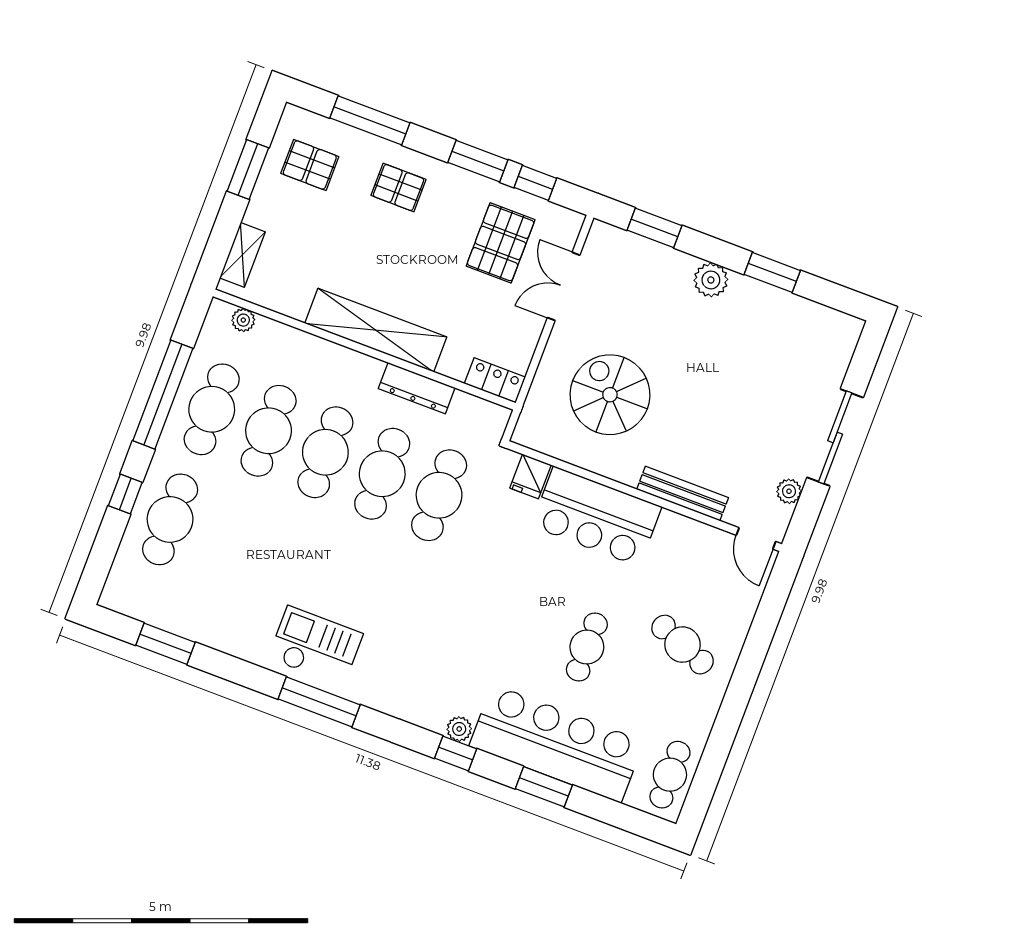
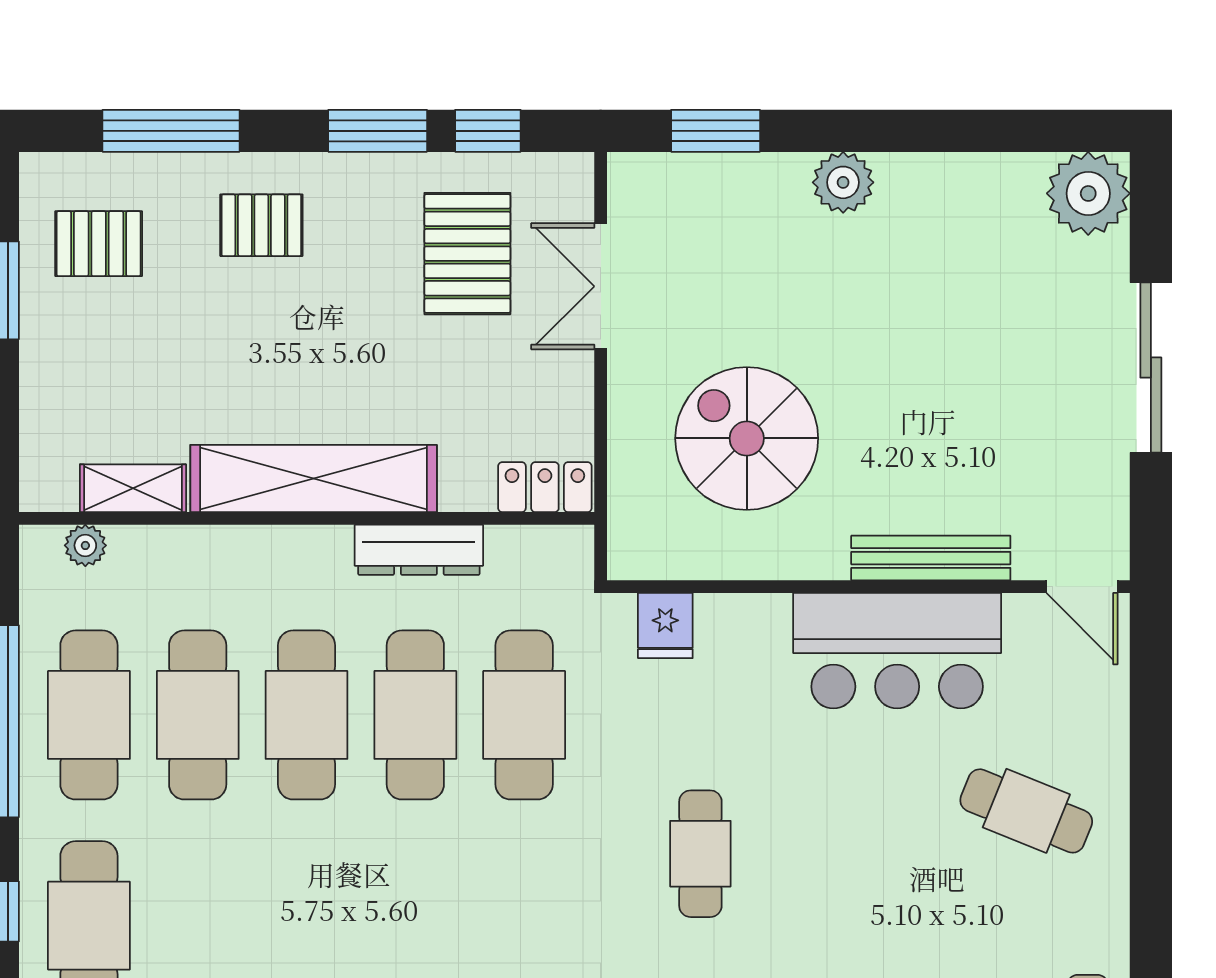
shelving: (242, 255) -> (133, 488), moved, turned 90
window: (772, 272) -> (941, 131), removed
plant: (789, 491) -> (1088, 193), moved, width x1.87, depth x1.87
bar counter: (596, 516) -> (897, 651), moved
cafe table: (587, 647) -> (700, 854), moved

